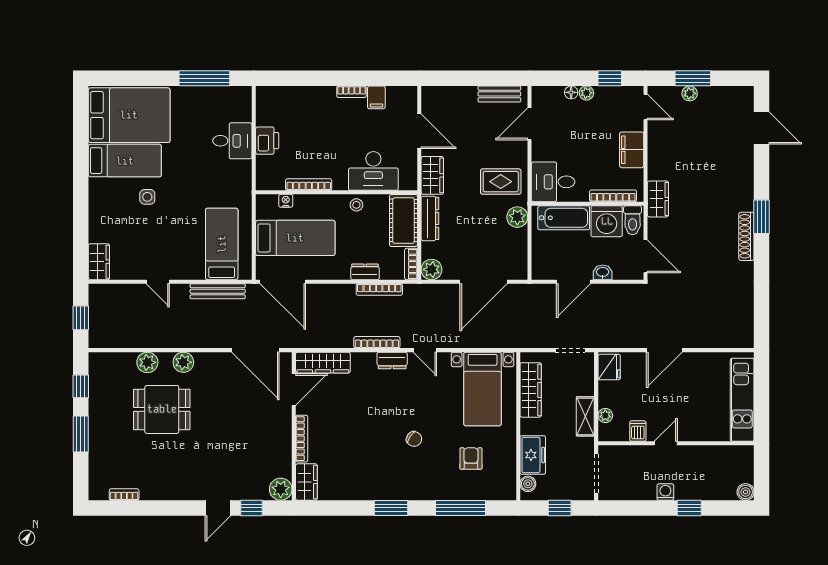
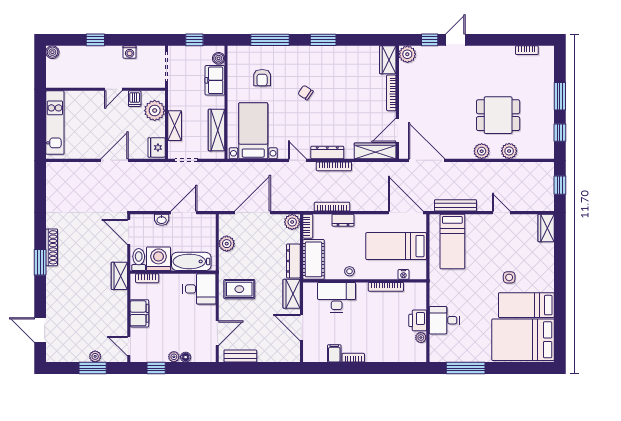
plant: (263, 118) -> (421, 338), added
bookcase: (613, 196) -> (147, 278), width x0.64
plant: (517, 217) -> (227, 244), moved
dresser: (392, 360) -> (327, 153), width x1.44
plant: (605, 415) -> (155, 111), width x1.88, depth x1.88
shelving: (585, 416) -> (175, 126), moved
washing machine: (665, 492) -> (130, 52), moved

